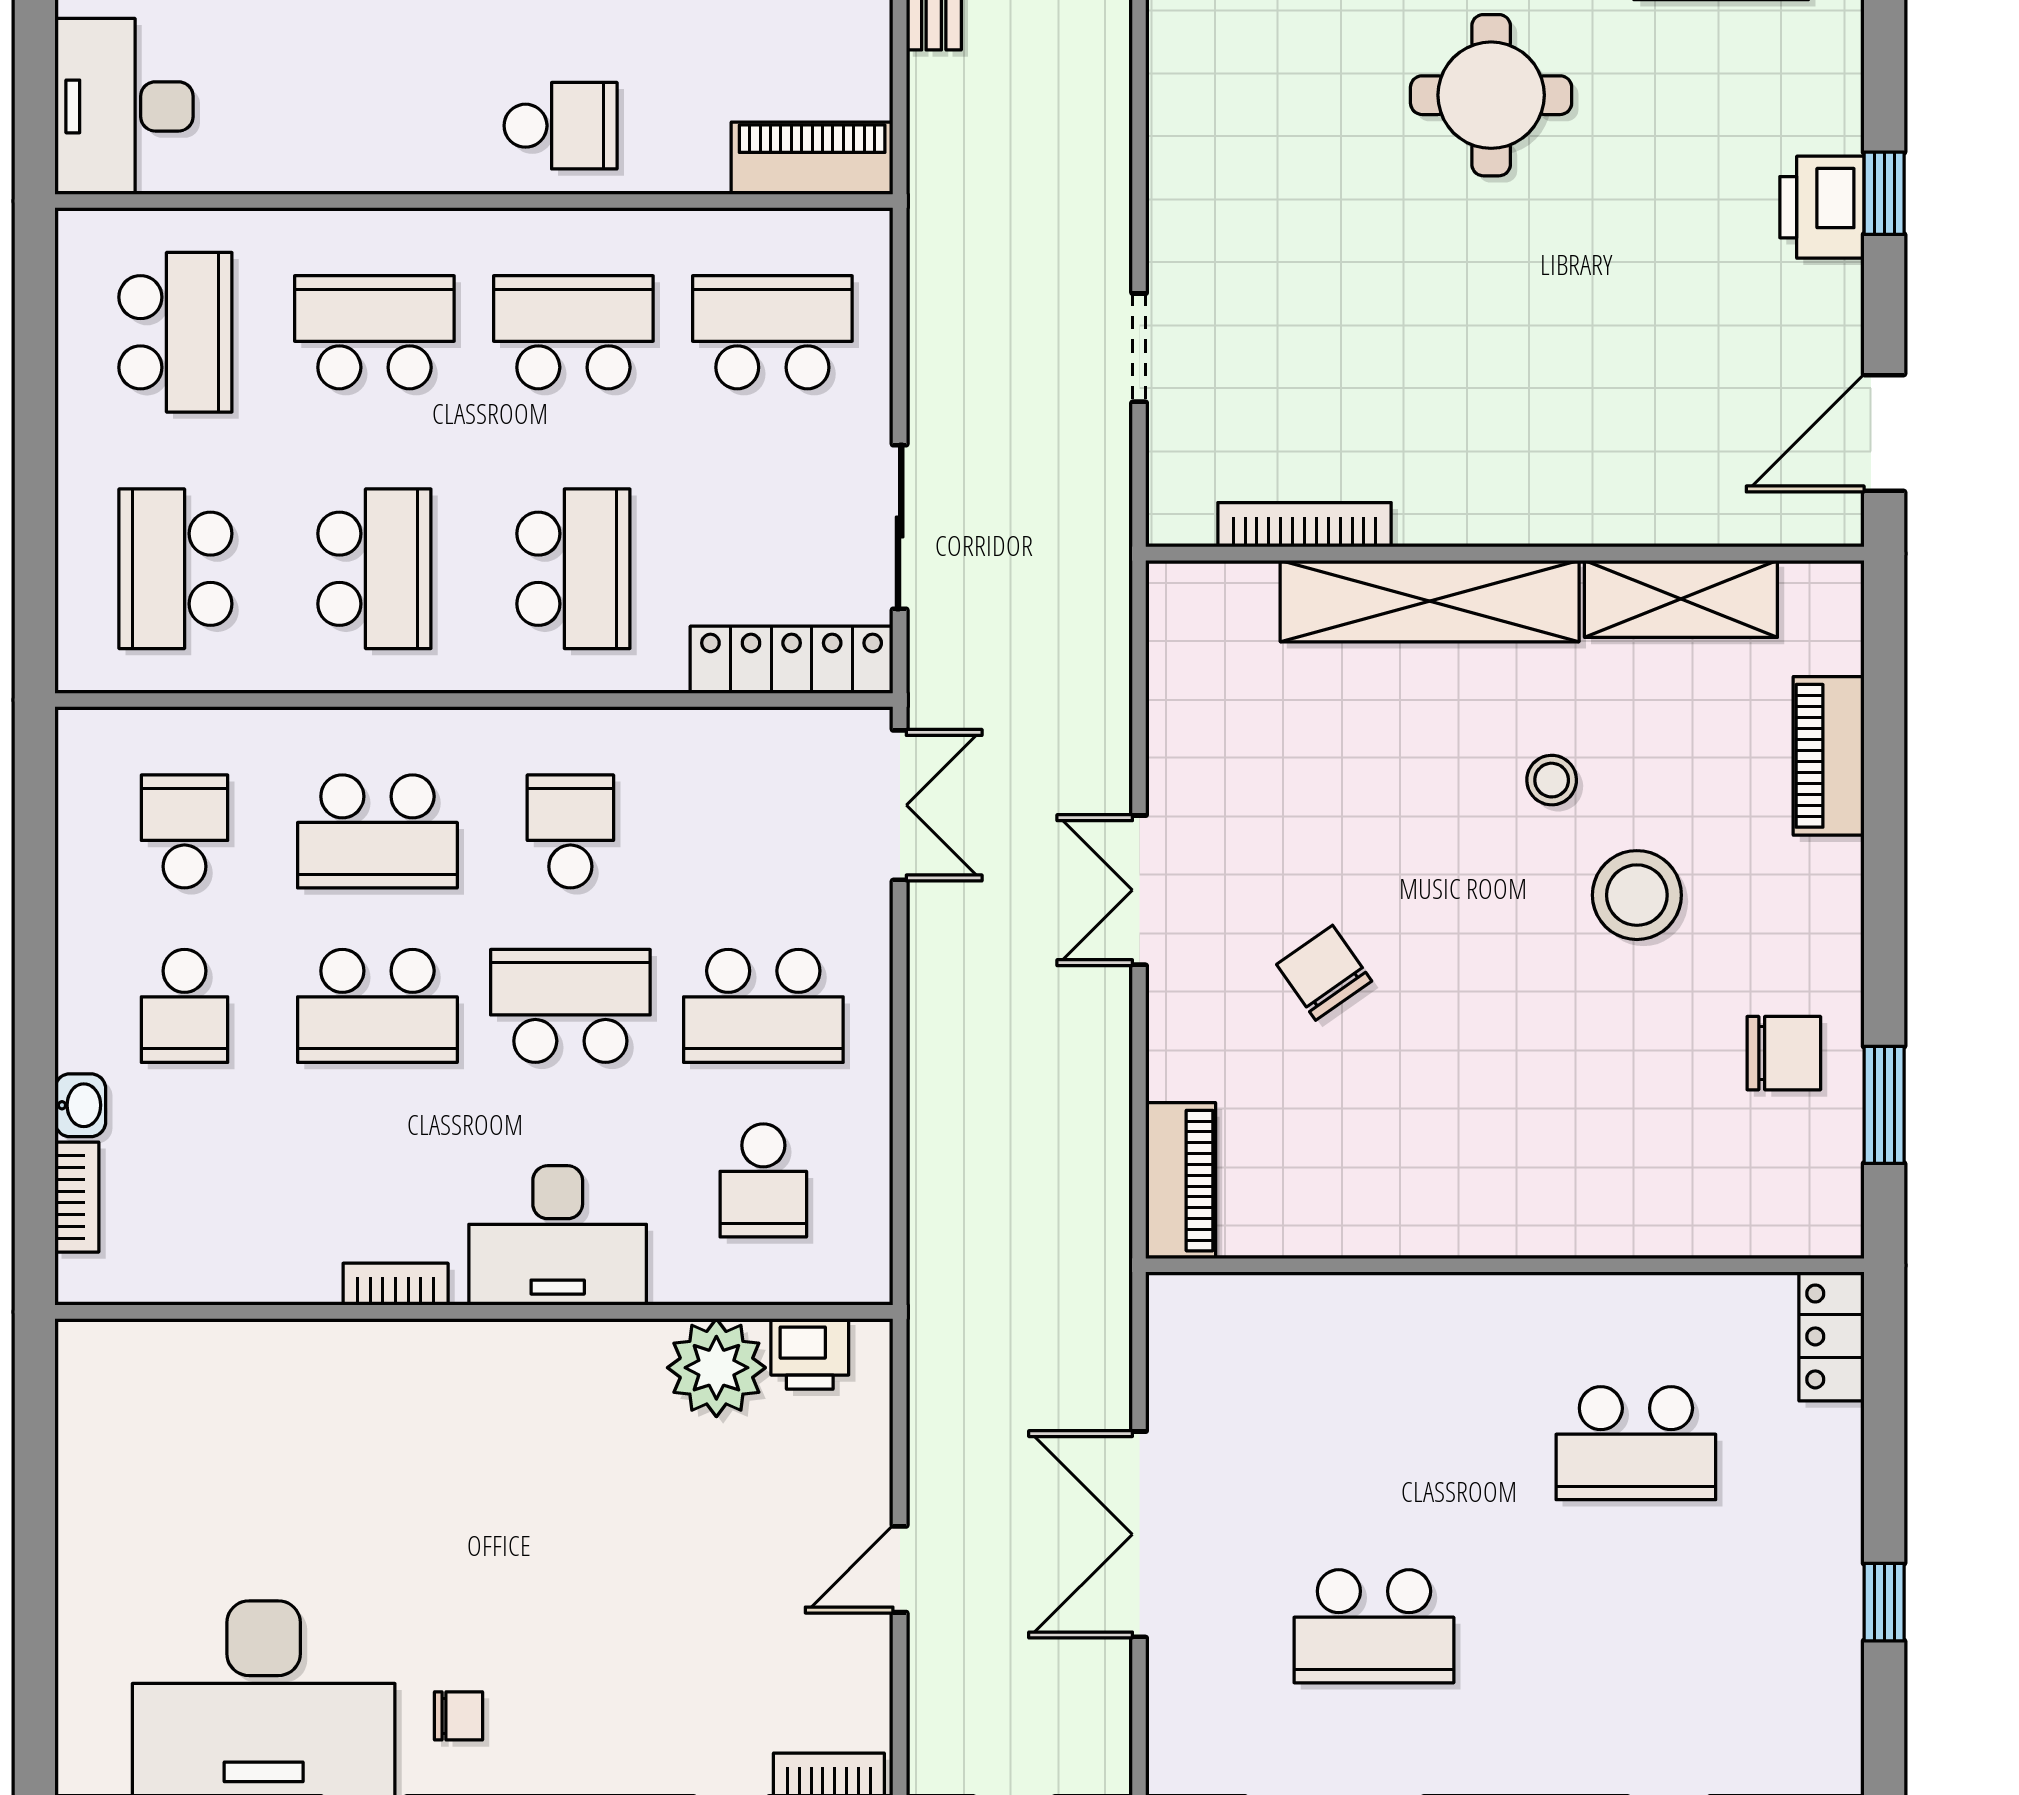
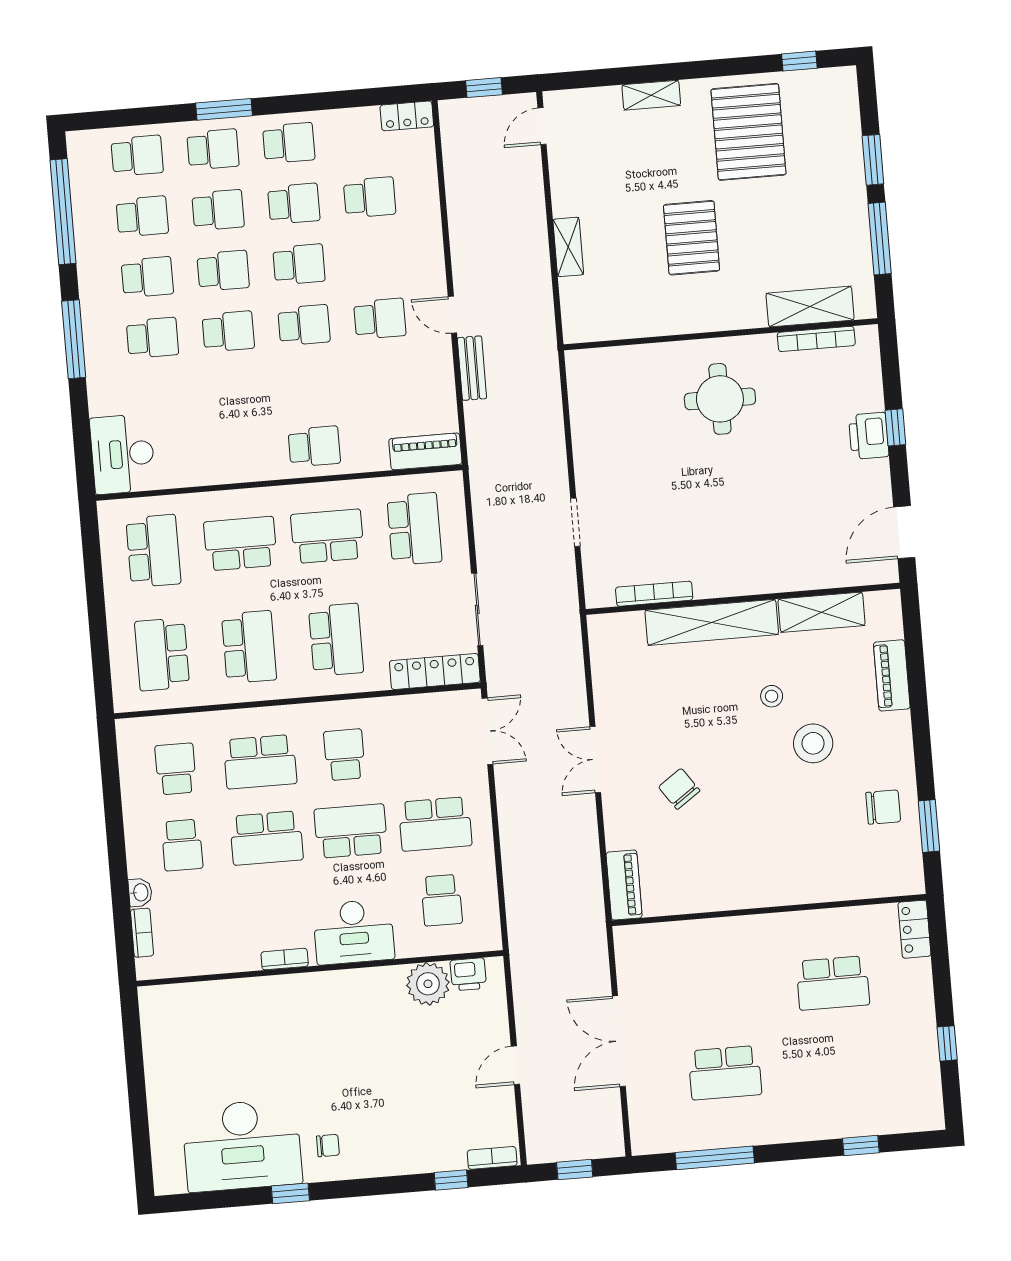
school desk: (772, 332) -> (414, 529), turned 90

